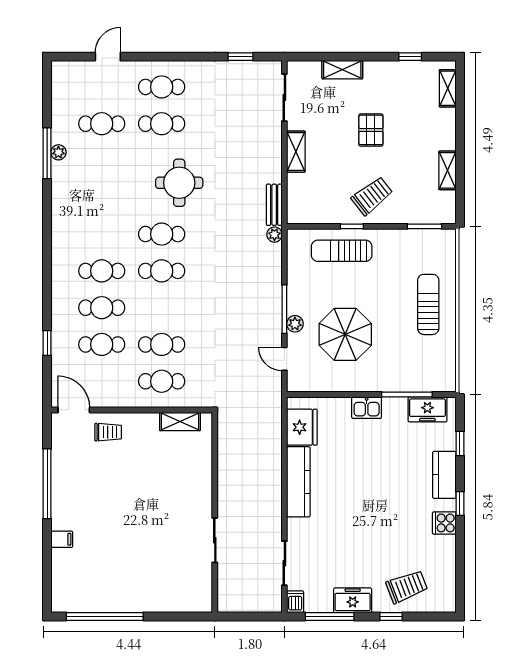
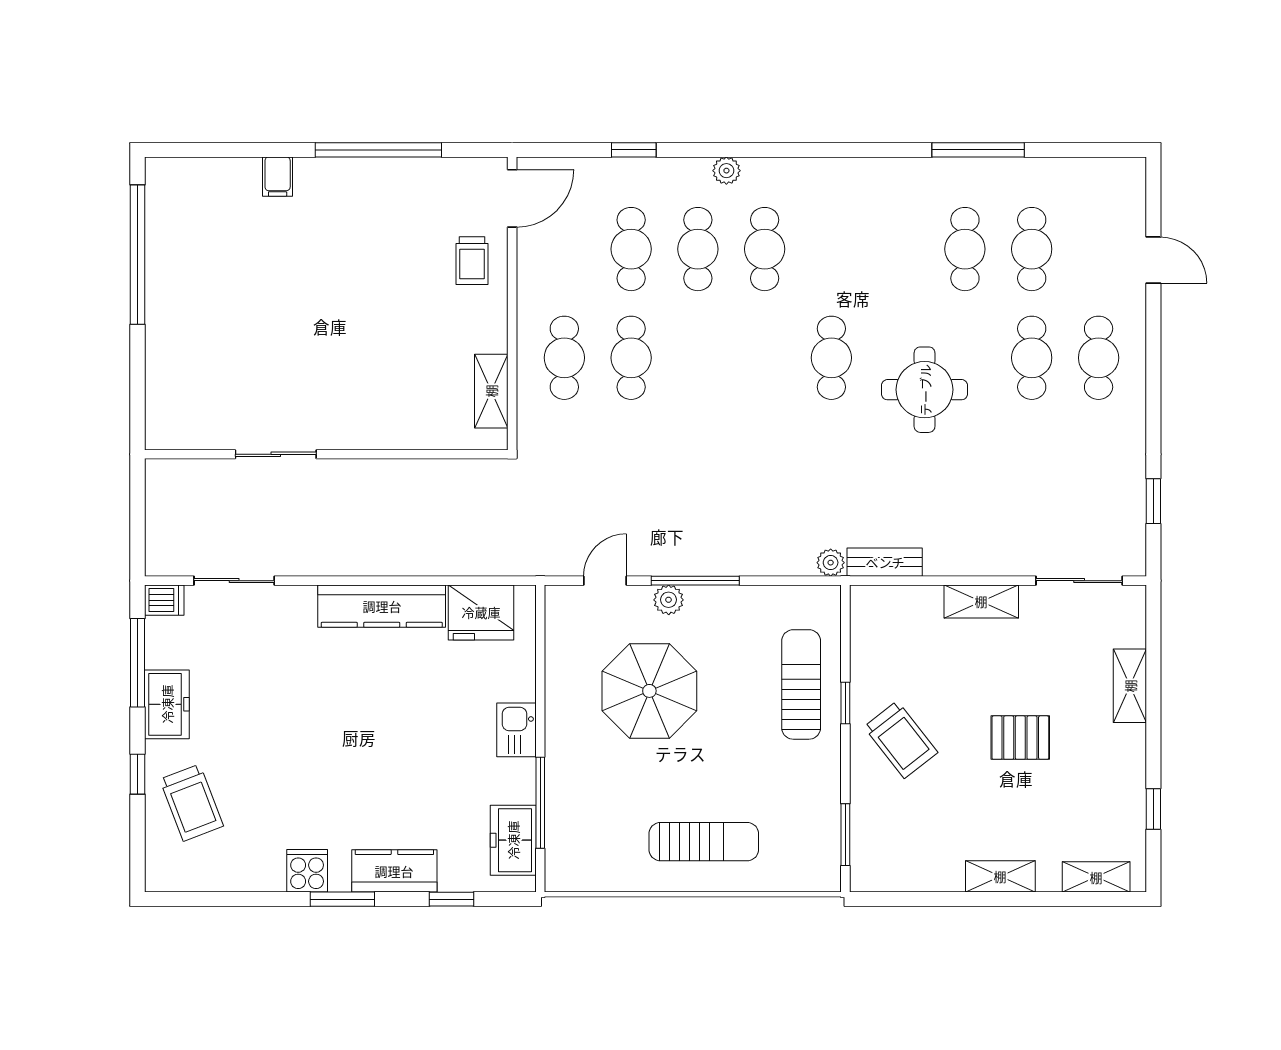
plant: (58, 152) -> (726, 171), moved
shelving: (447, 170) -> (1000, 876), moved
cafe table: (162, 271) -> (965, 249), moved
window: (460, 504) -> (342, 899), width x1.50

